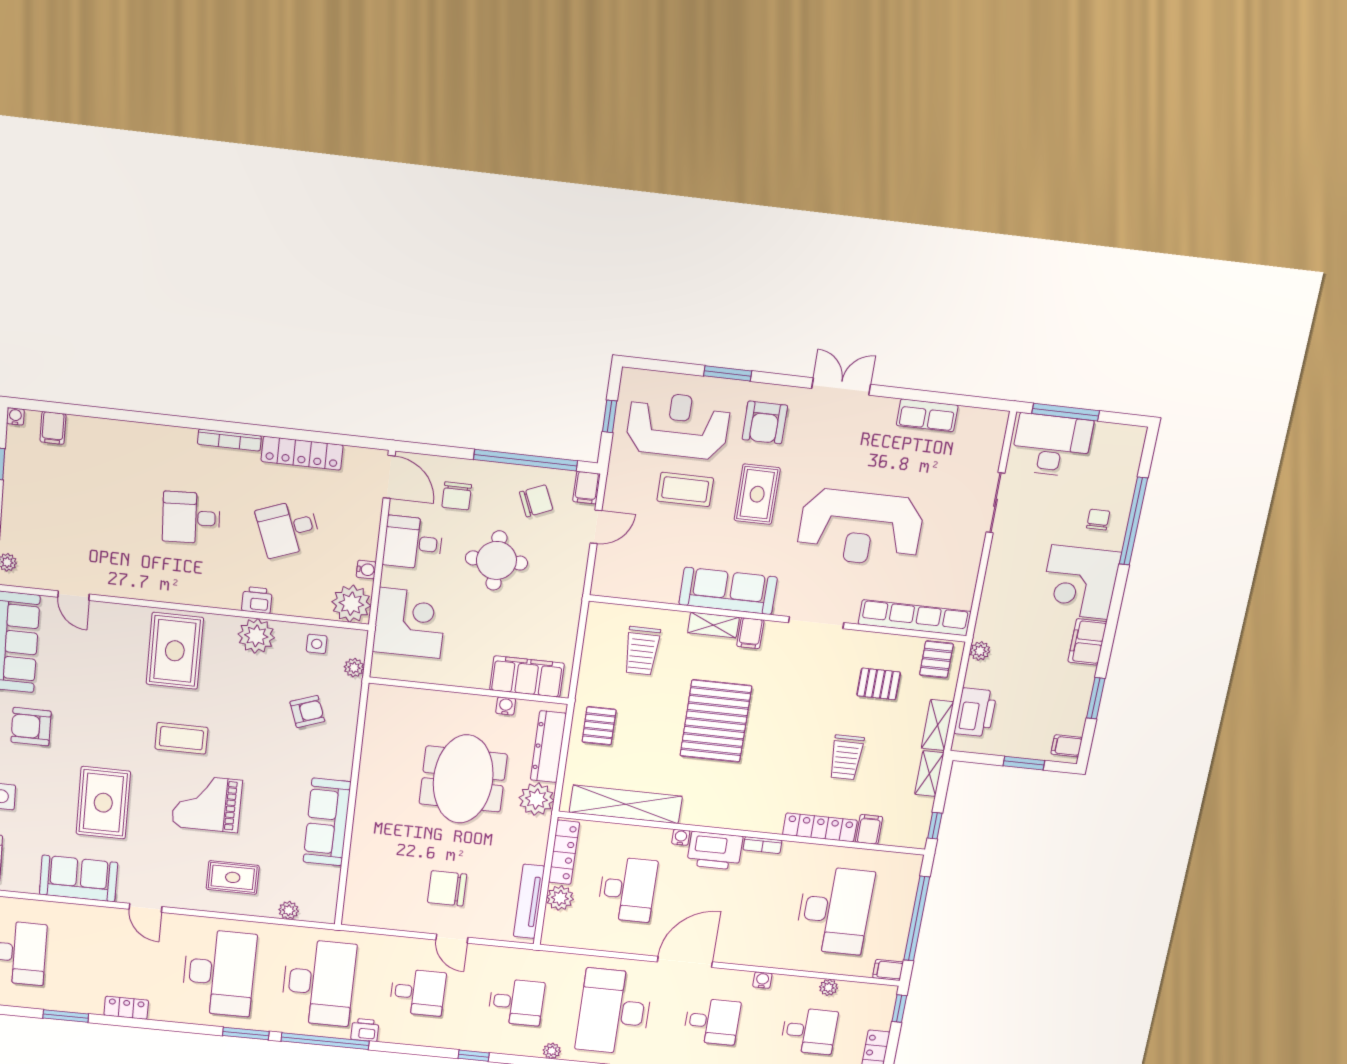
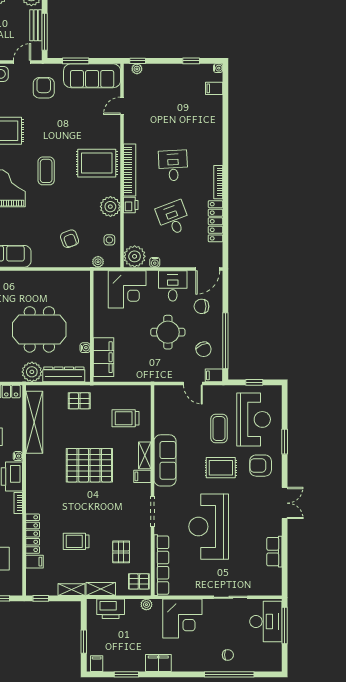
corner desk: (1080, 582) -> (182, 618), moved, turned 180
bookcase: (193, 595) -> (130, 170), added

